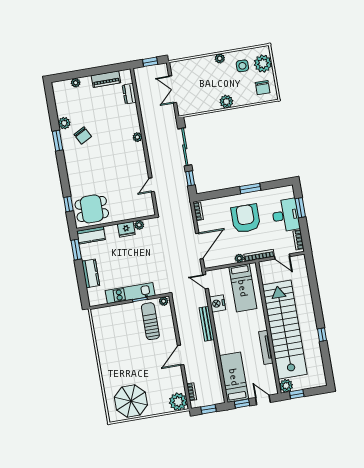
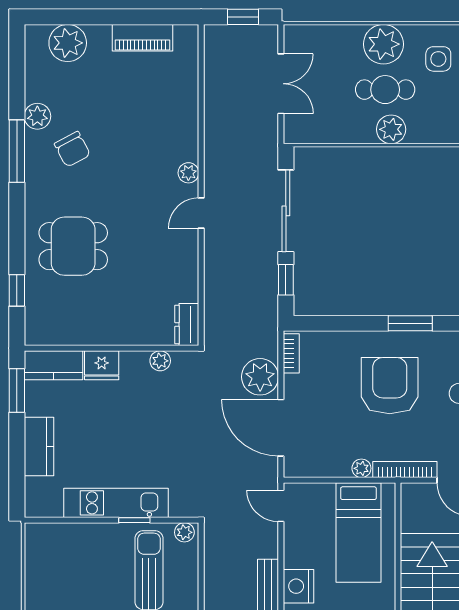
plant: (220, 58) -> (383, 44), width x1.88, depth x1.88
plant: (76, 83) -> (68, 43), width x1.87, depth x1.87
cafe table: (221, 84) -> (385, 90), added
double door: (173, 89) -> (281, 84), swing flipped
dresser: (129, 94) -> (187, 324), moved
window: (58, 141) -> (17, 151), width x1.44
door: (152, 185) -> (201, 213), moved
dining table: (92, 209) -> (73, 246), moved
plant: (186, 224) -> (260, 377), added
fridge: (126, 229) -> (102, 365), moved
door: (199, 246) -> (281, 428), swing flipped
nightstand: (217, 303) -> (299, 586), moved

